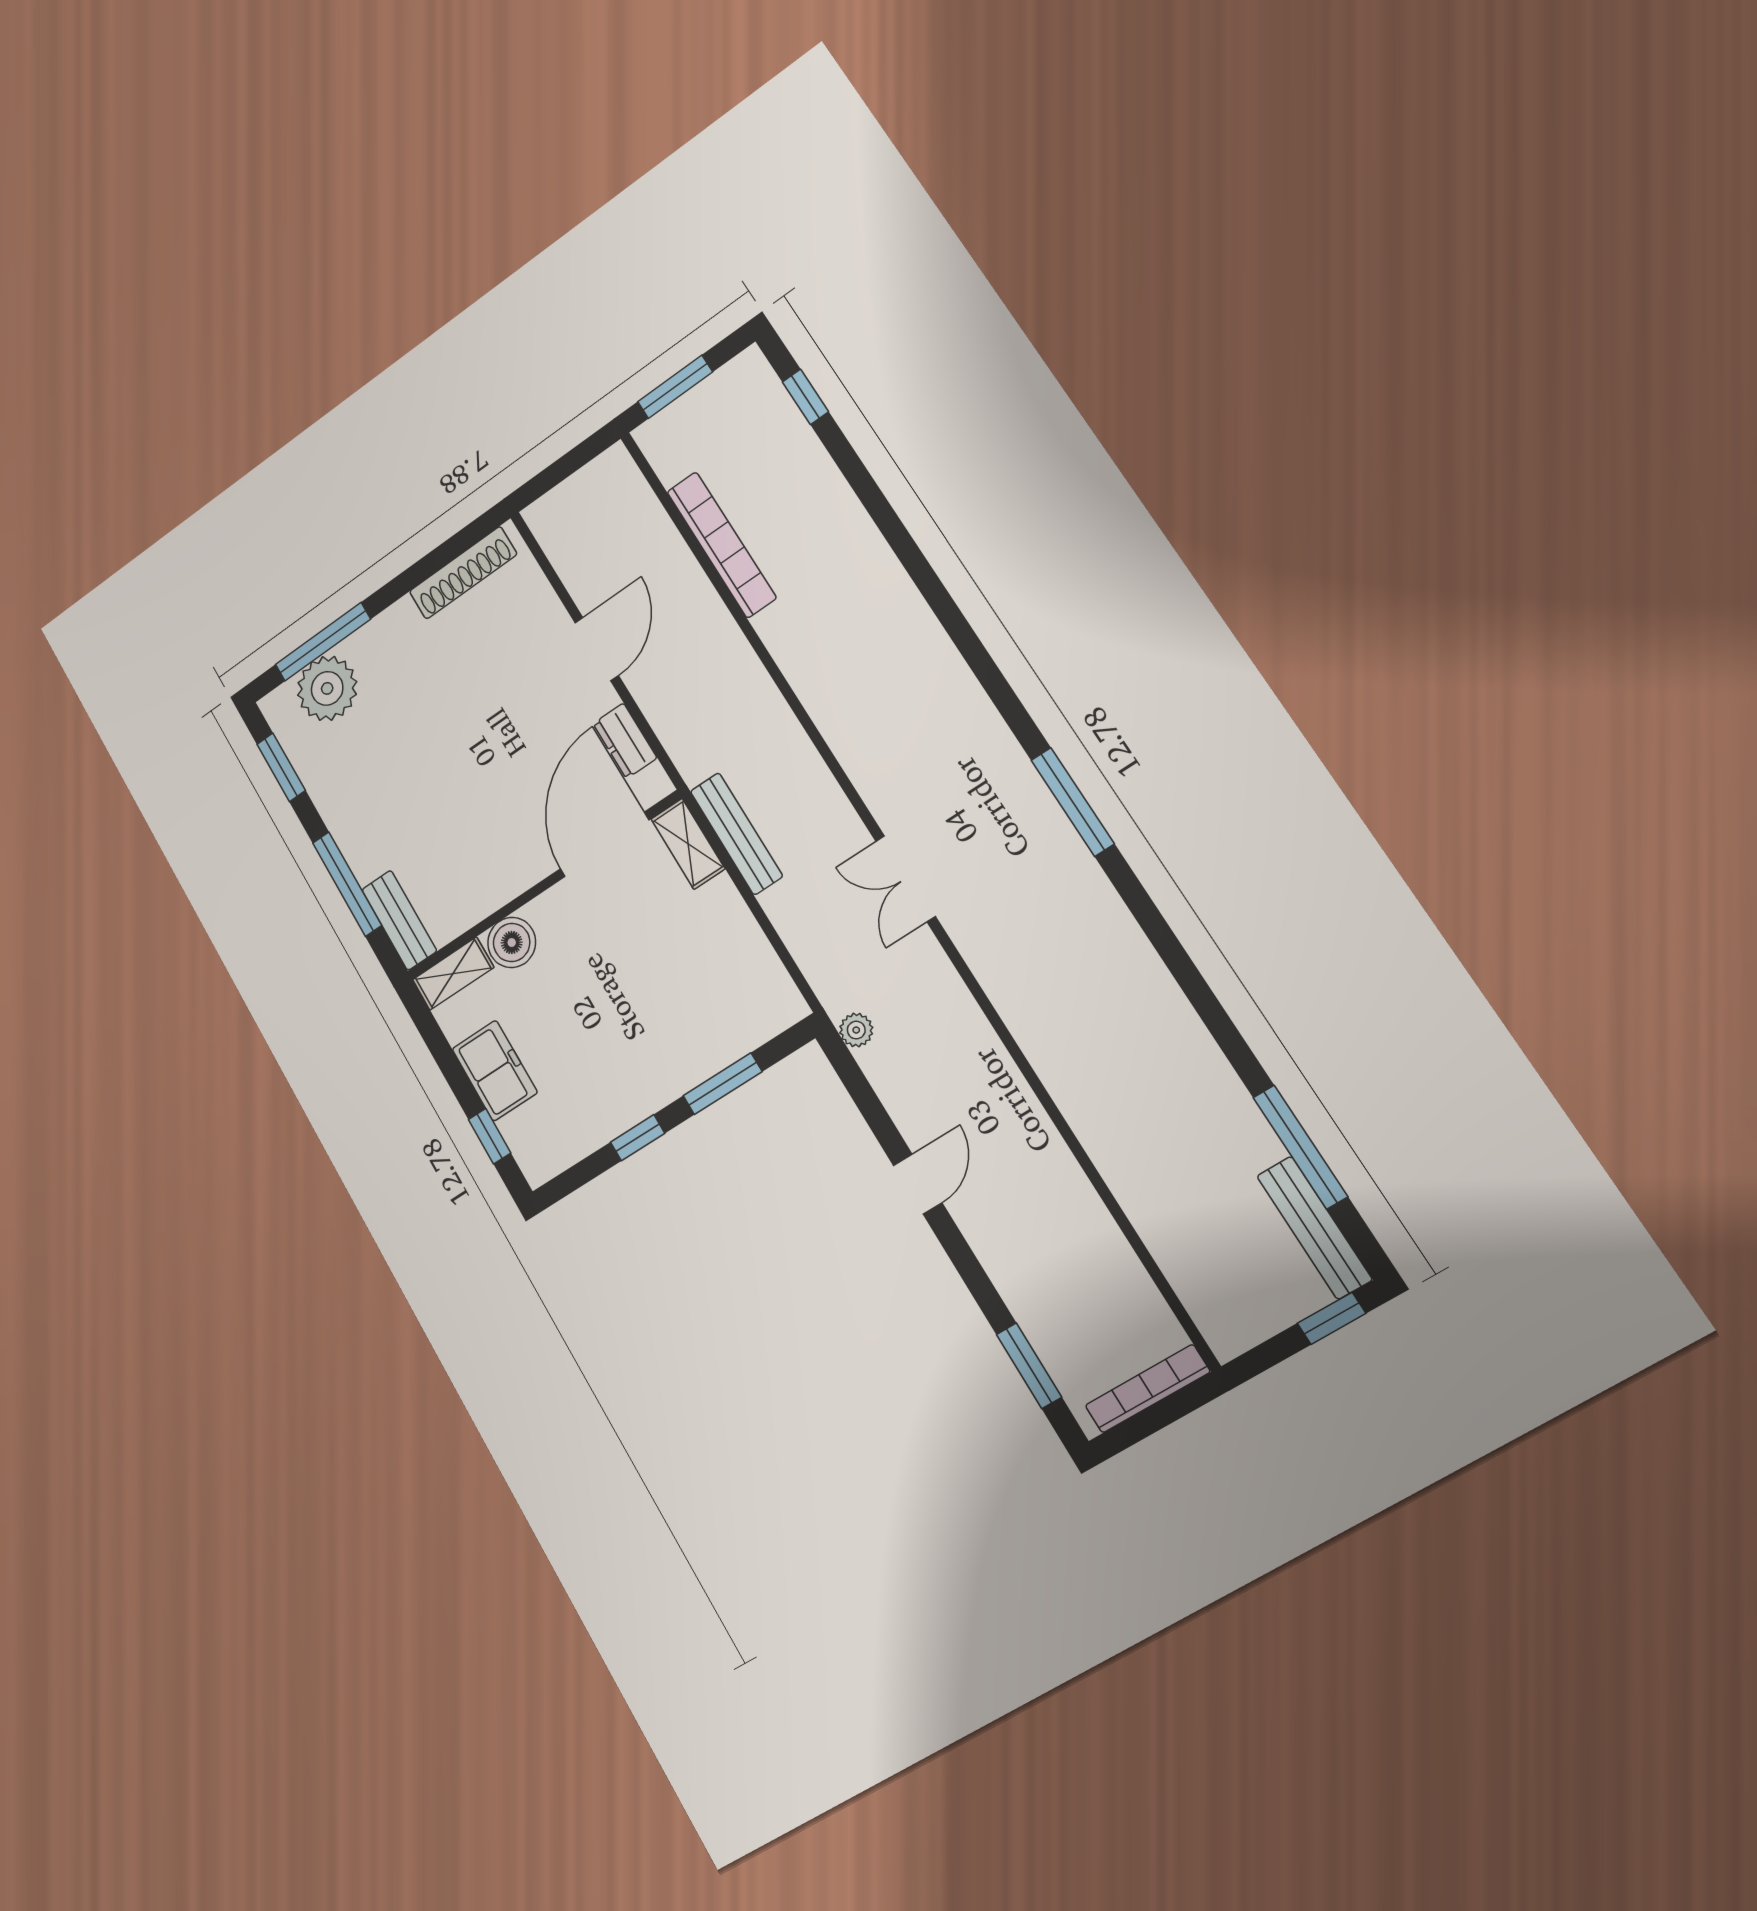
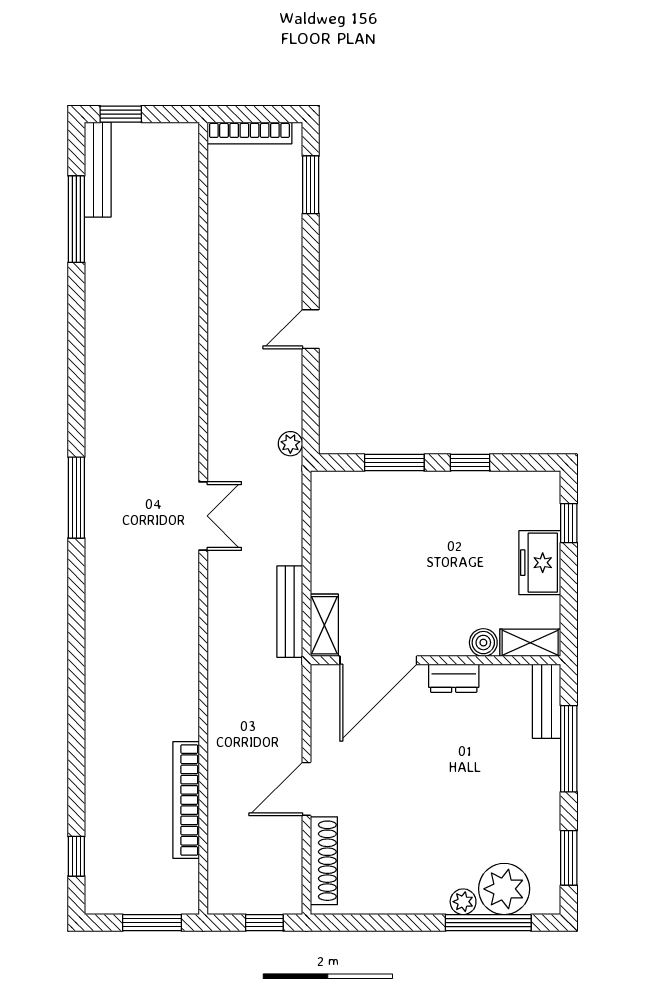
window: (554, 475) -> (264, 923), added
shoe rack: (463, 573) -> (324, 861), moved, turned 90
plant: (361, 645) -> (463, 902), added
dresser: (625, 741) -> (454, 678), moved, turned 90
boiler: (512, 943) -> (483, 643), width x0.73, depth x0.73

